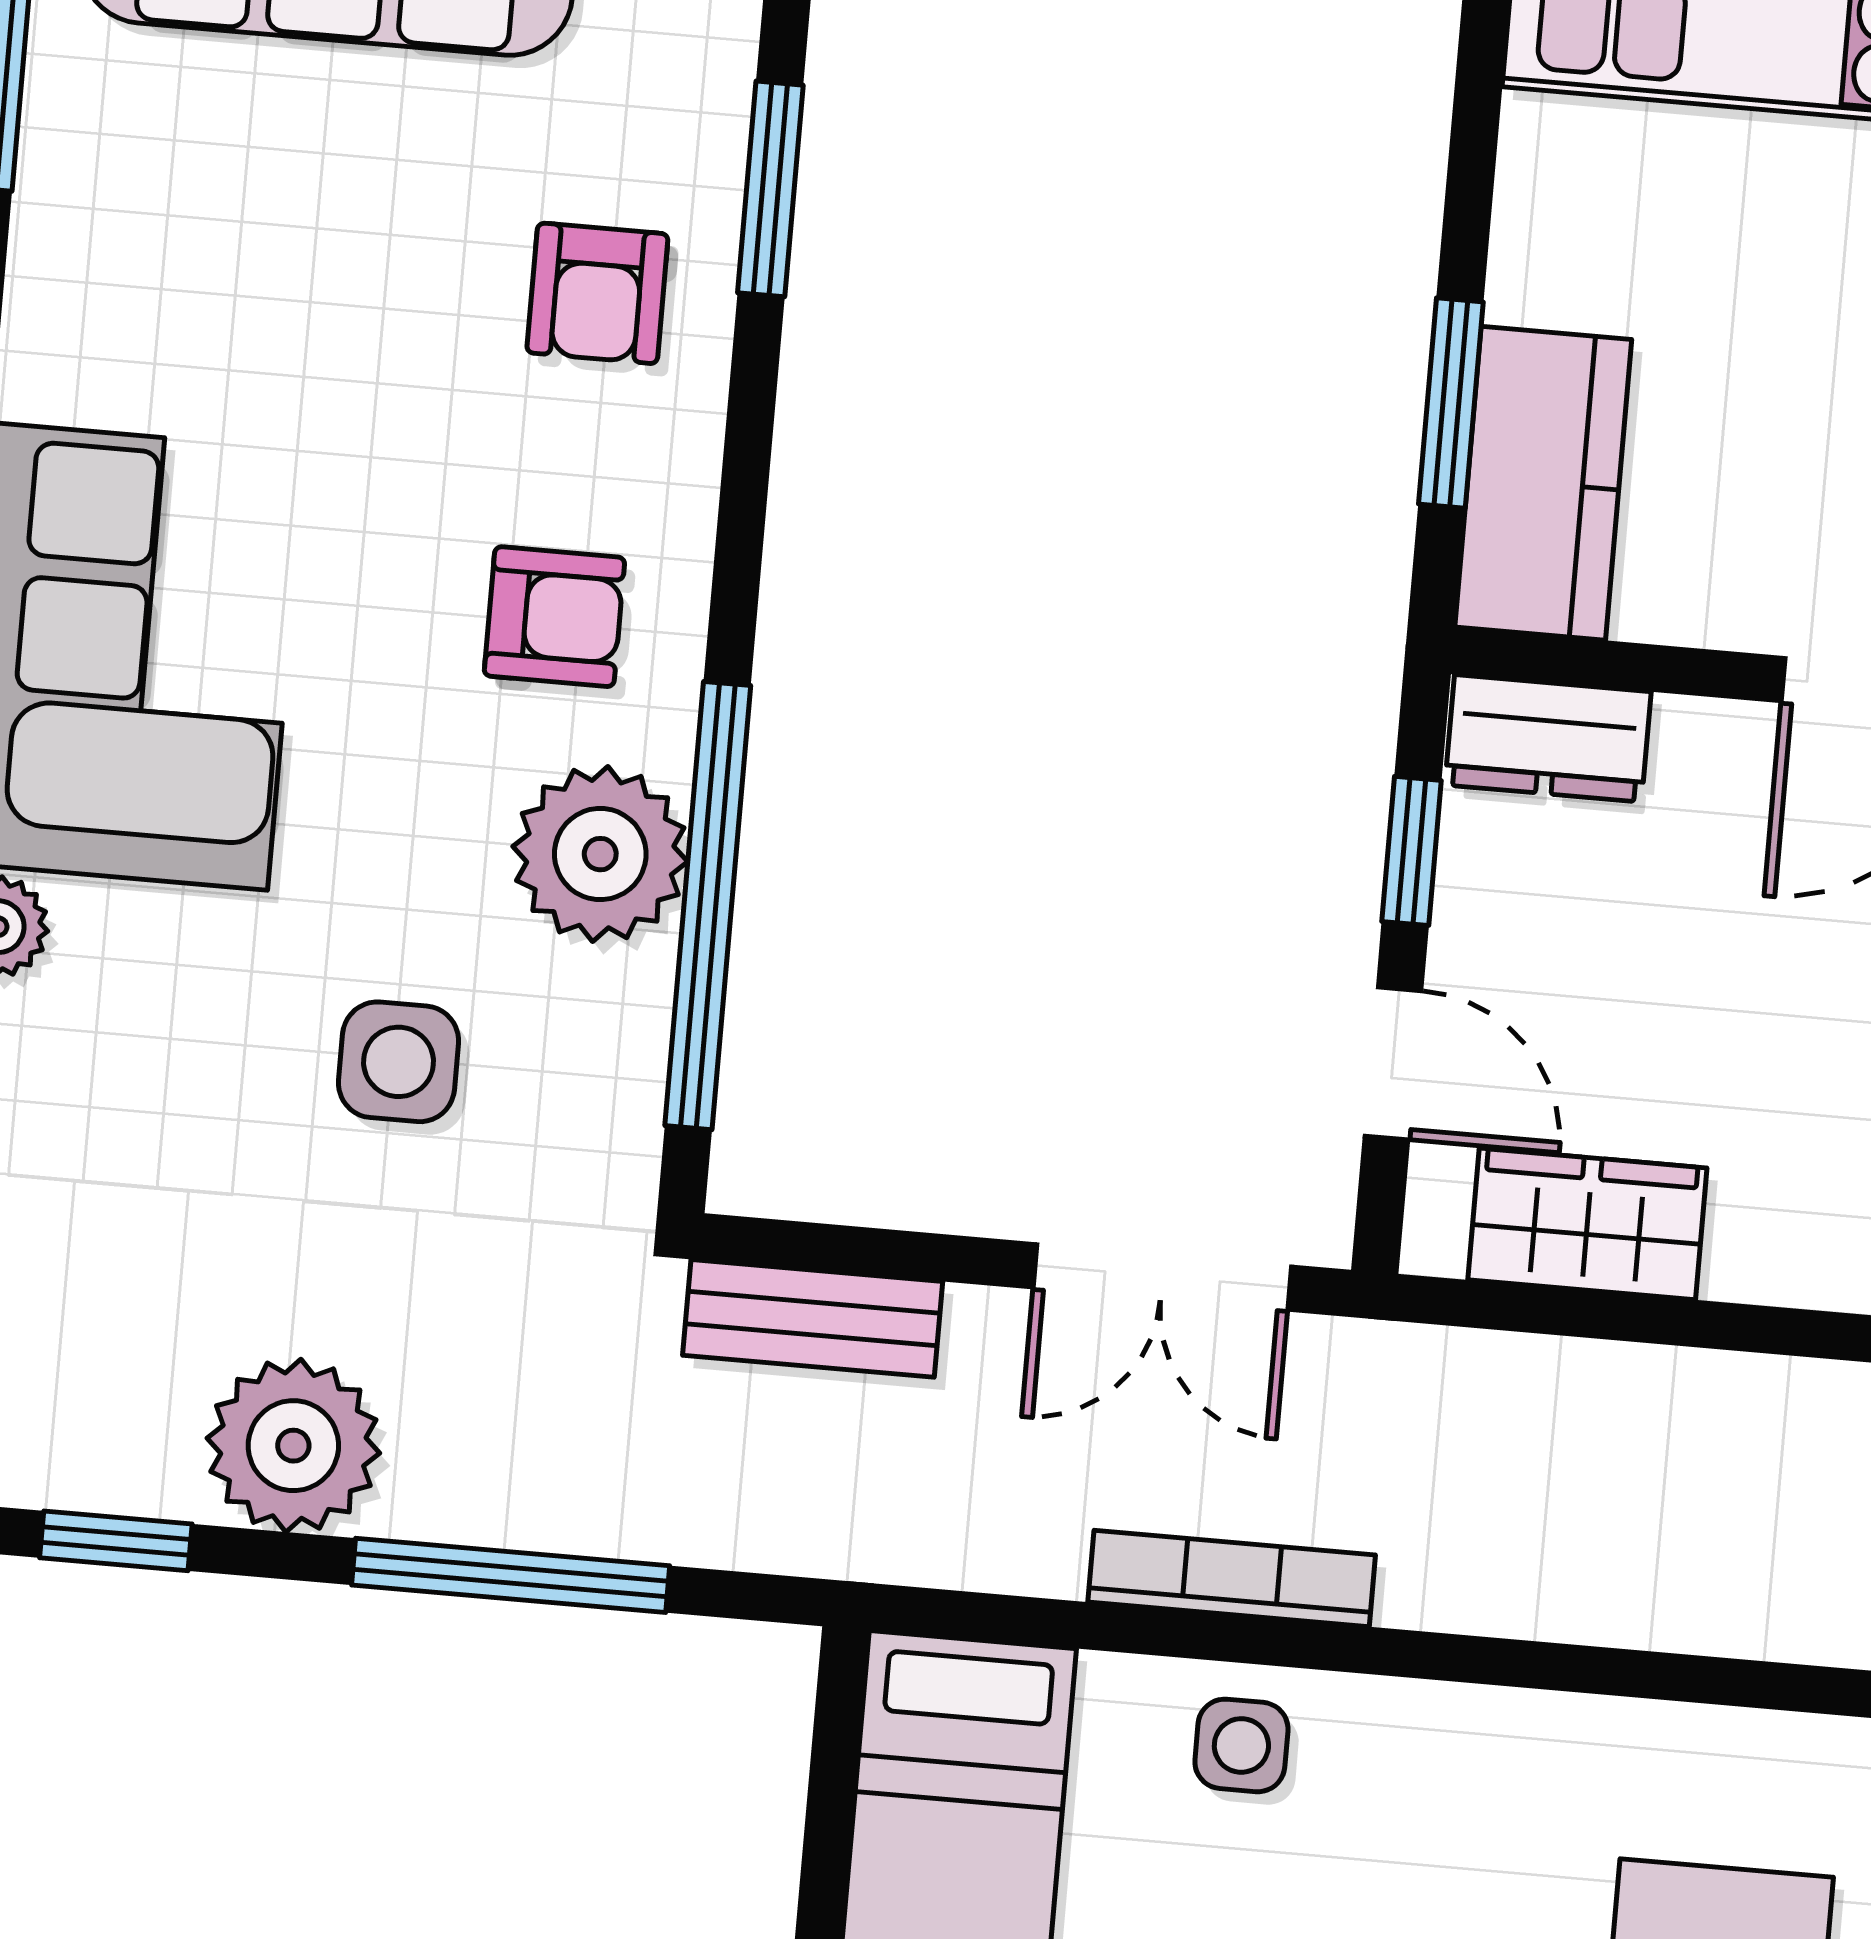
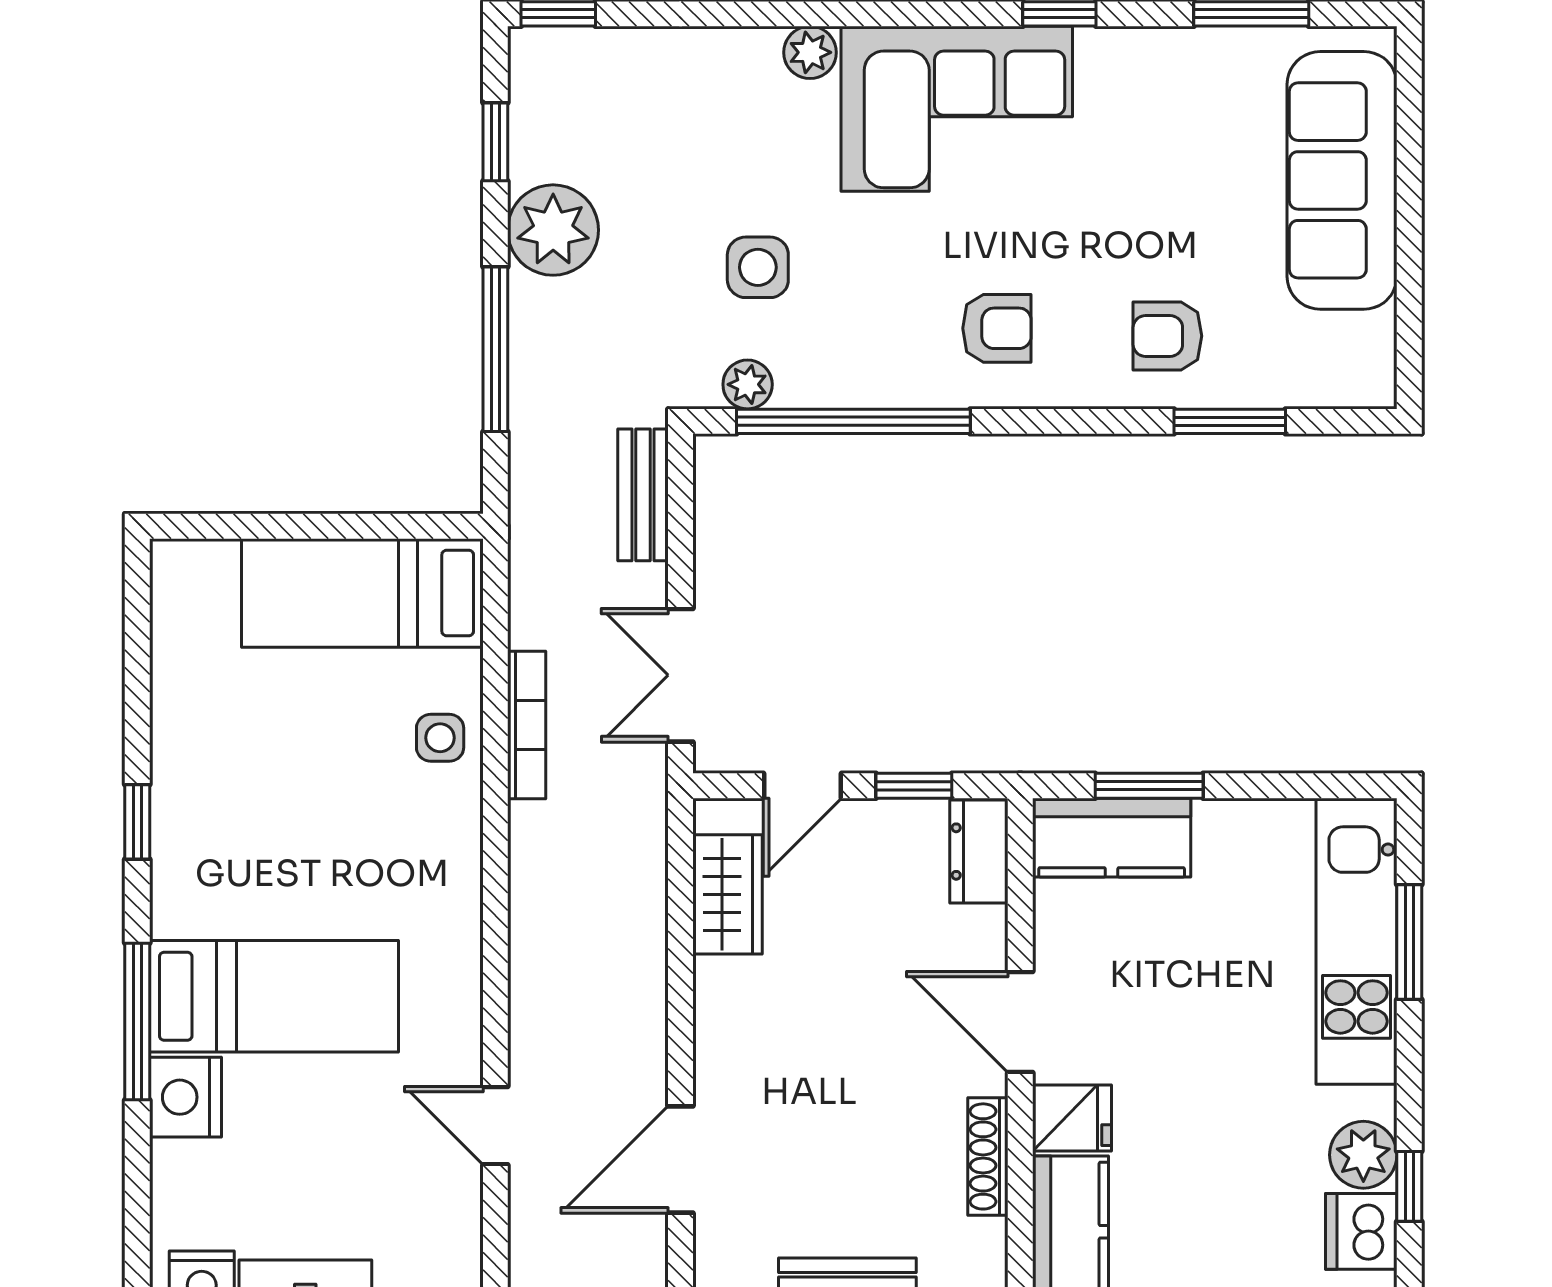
armchair: (554, 617) -> (997, 328), turned -90
plant: (600, 854) -> (748, 384), moved, width x0.53, depth x0.53

